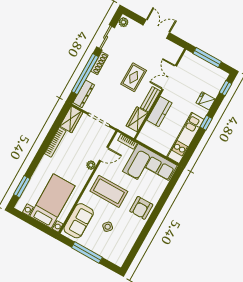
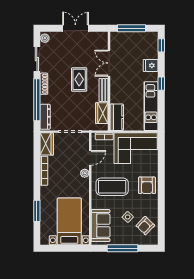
kitchen counter: (159, 111) -> (117, 117), moved
window: (22, 187) -> (37, 211), moved
armchair: (119, 244) -> (145, 226), added

